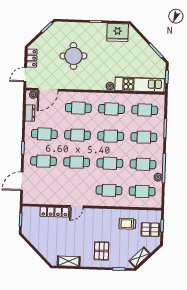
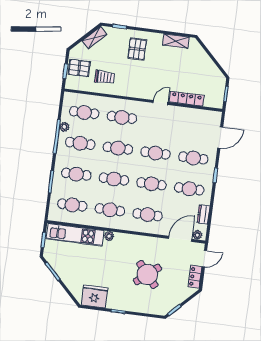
round table: (73, 56) -> (147, 274), turned -38

